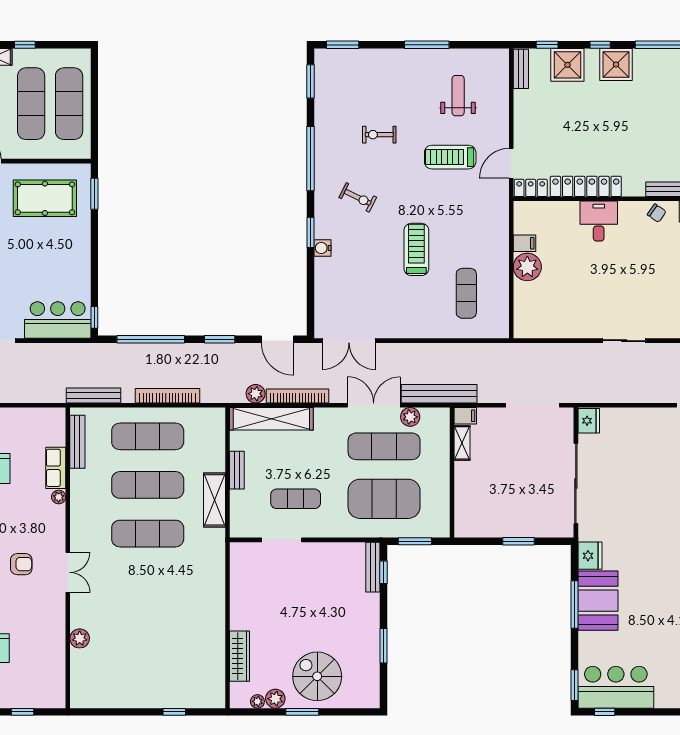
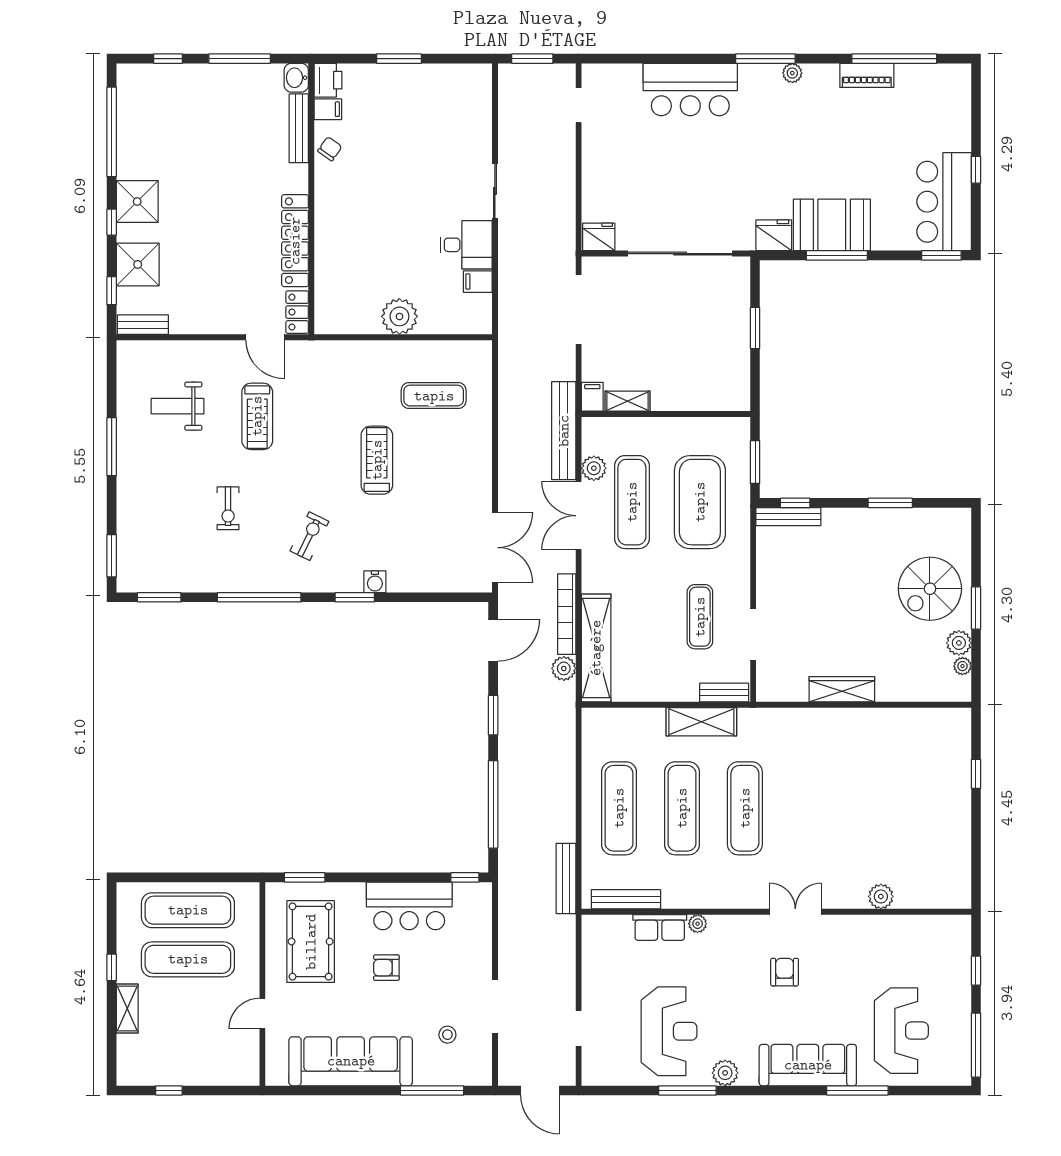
desk: (599, 221) -> (466, 245), moved, turned 180
filing cabinet: (524, 243) -> (478, 282), moved, turned -90
treadmill: (416, 249) -> (377, 460), turned 90
armchair: (25, 257) -> (386, 968), added
bar counter: (58, 320) -> (409, 906), moved, turned -90
bookcase: (167, 396) -> (566, 783), removed
bench: (237, 470) -> (724, 693), moved
wardrobe: (240, 656) -> (842, 689), moved
window: (605, 712) -> (976, 170), moved

